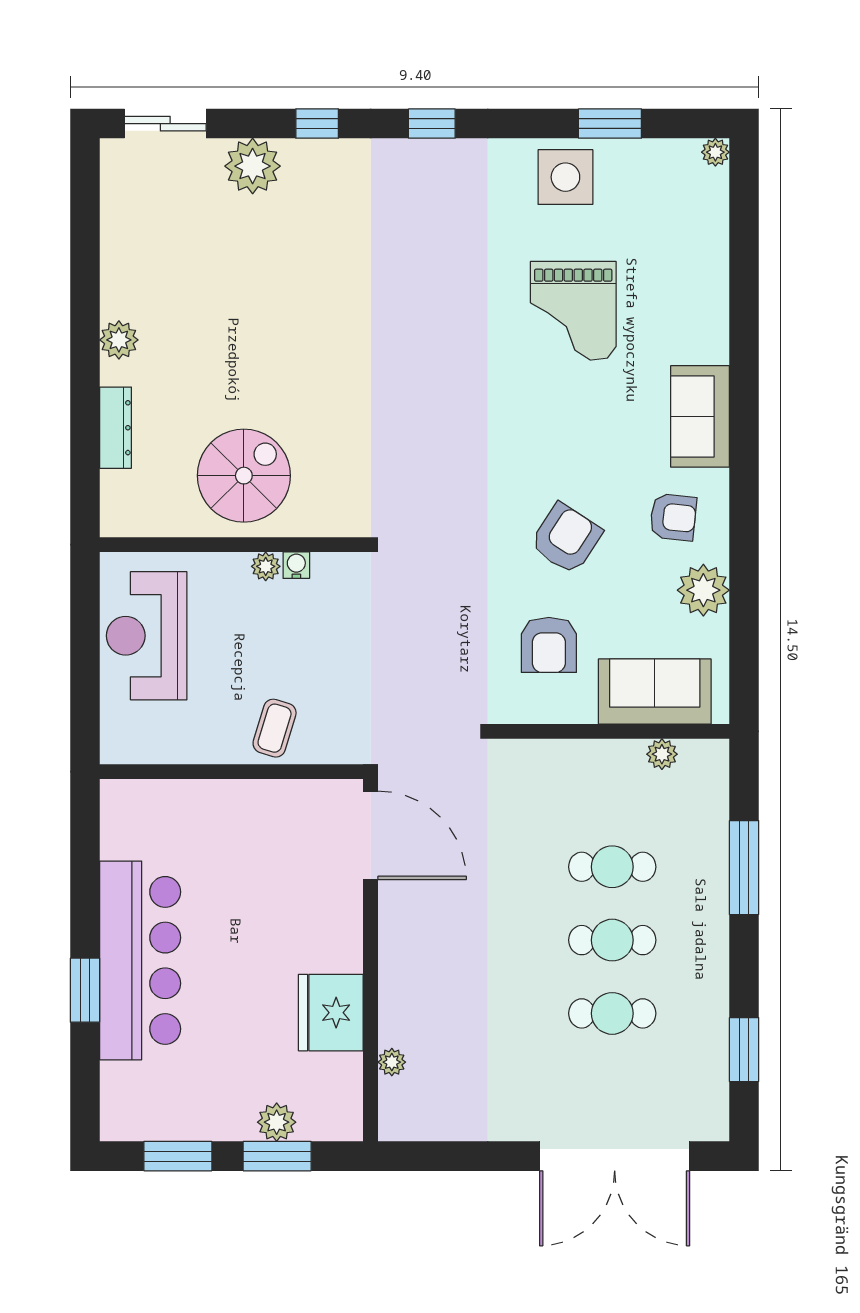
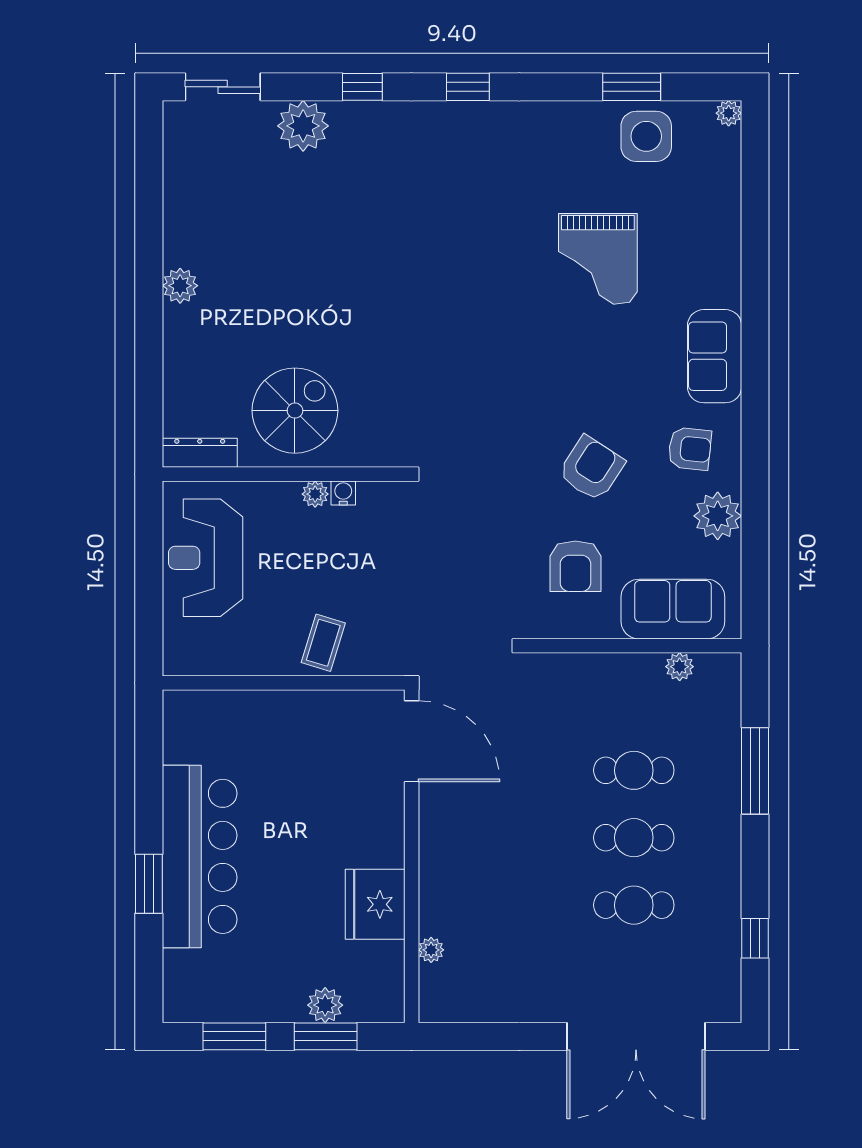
side table: (565, 177) -> (646, 136), moved
dresser: (115, 428) -> (200, 453), moved, turned -90
window: (744, 1050) -> (755, 938), width x0.67

